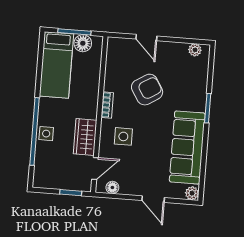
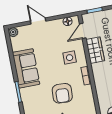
armchair: (147, 90) -> (62, 93), turned -55
sofa: (187, 147) -> (26, 68), width x0.73

